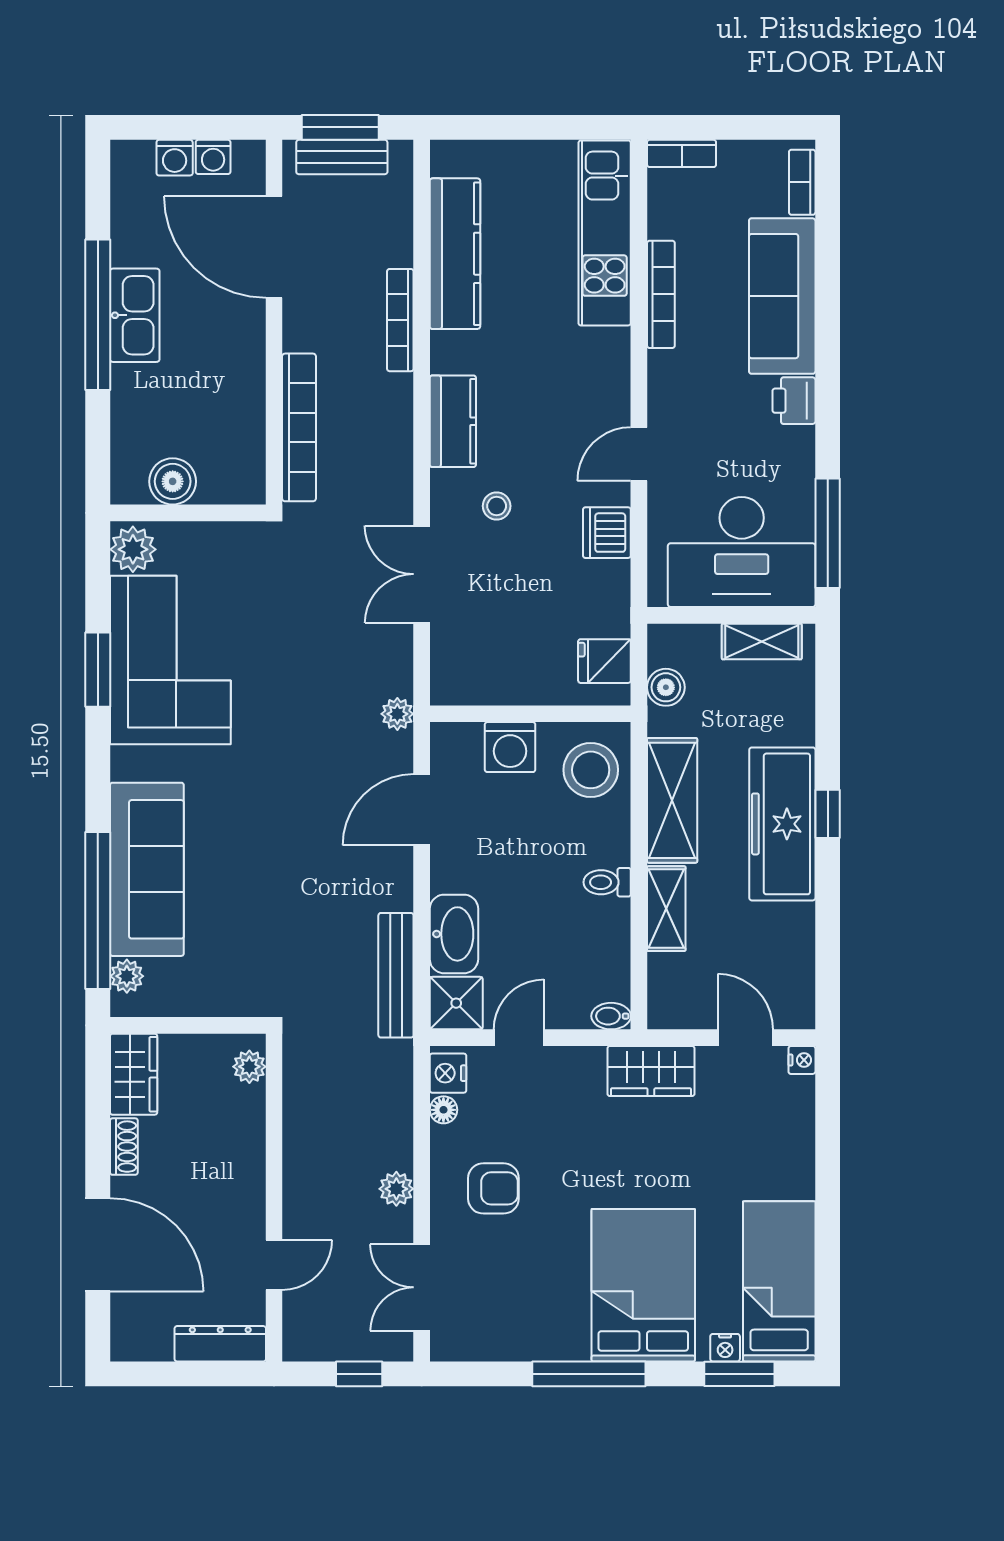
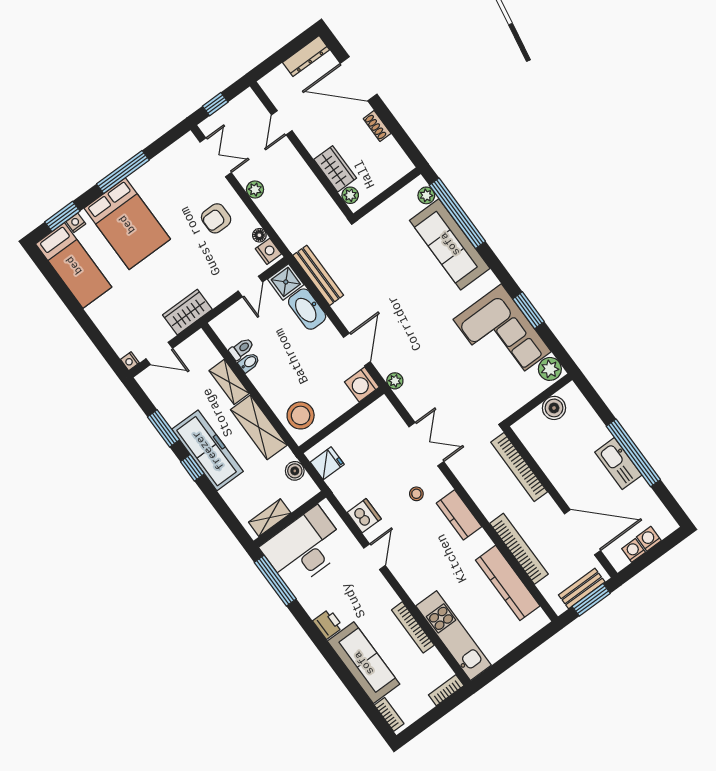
bookcase: (400, 320) -> (519, 549), width x1.48, depth x1.31
washing machine: (510, 747) -> (362, 385), moved, turned -90
toilet: (607, 882) -> (241, 349), moved
window: (828, 912) -> (163, 428), added
bidet: (611, 1016) -> (249, 362), moved
wardrobe: (134, 1074) -> (335, 169), moved, turned 180
dresser: (220, 1344) -> (306, 56), moved

